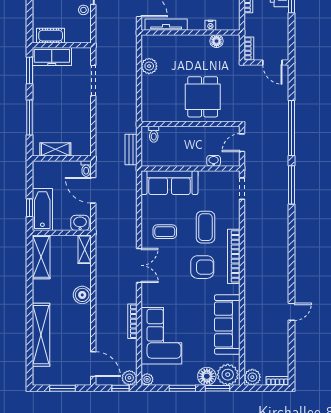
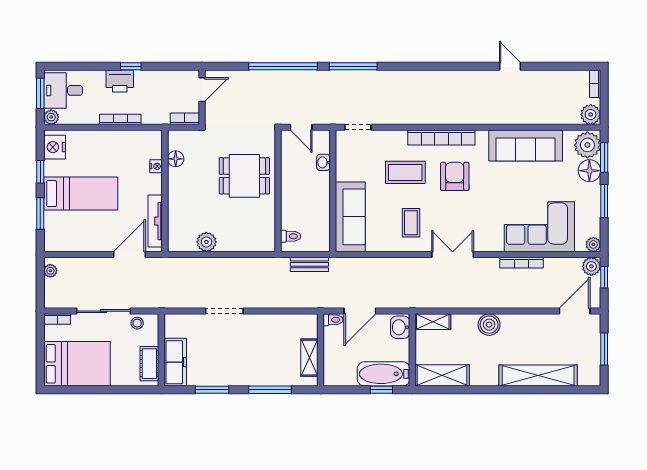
cot: (51, 36) -> (149, 364), moved
wall: (62, 45) -> (161, 350), moved
freezer: (52, 56) -> (175, 362), moved

